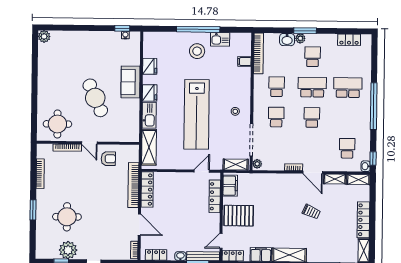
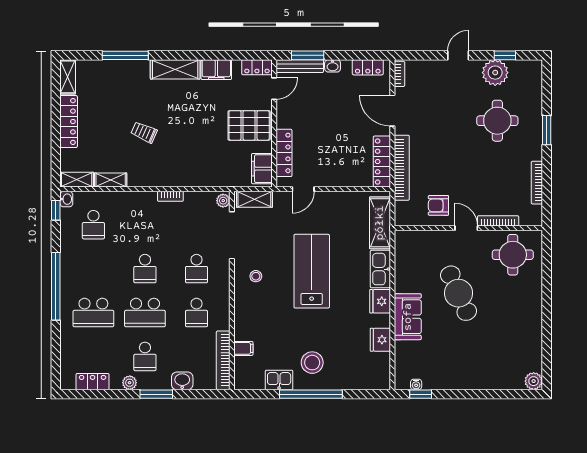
plant: (300, 38) -> (130, 383), moved
lab bench: (197, 114) -> (312, 271), width x0.73
door: (313, 172) -> (143, 189), removed

